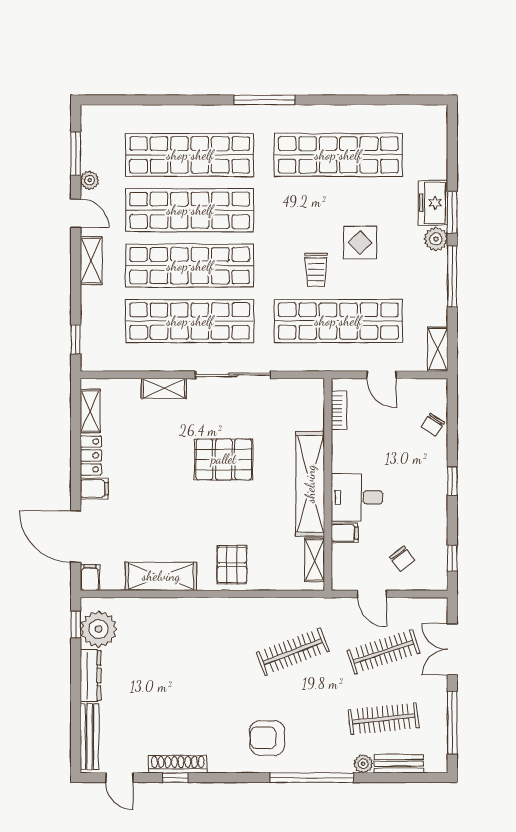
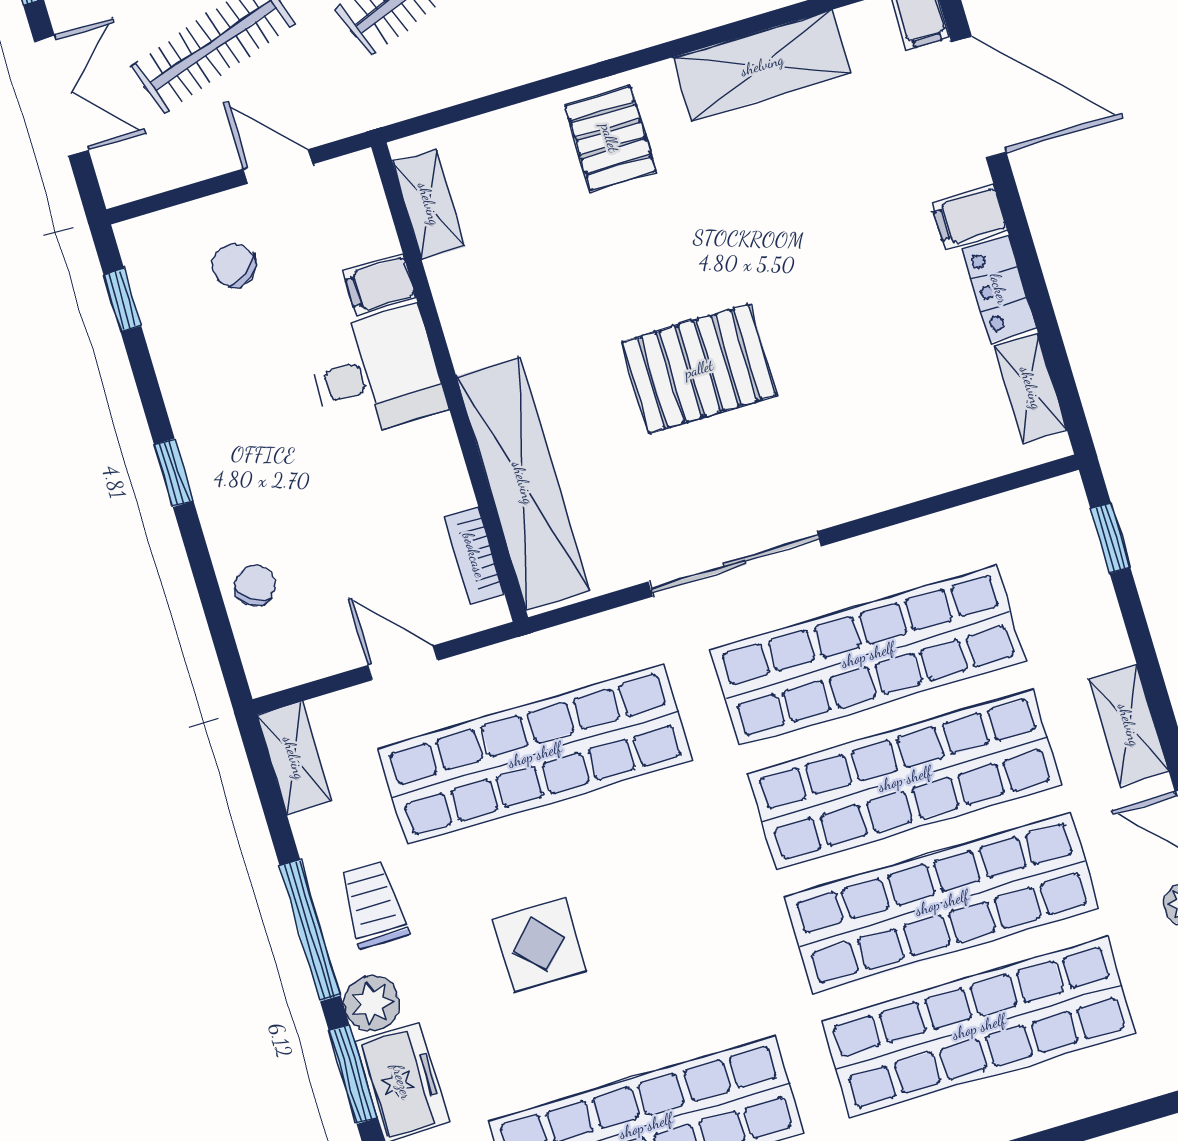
trolley: (316, 270) -> (373, 905), moved
shelving: (164, 388) -> (881, 488), removed
shelving: (310, 484) -> (523, 483), moved

